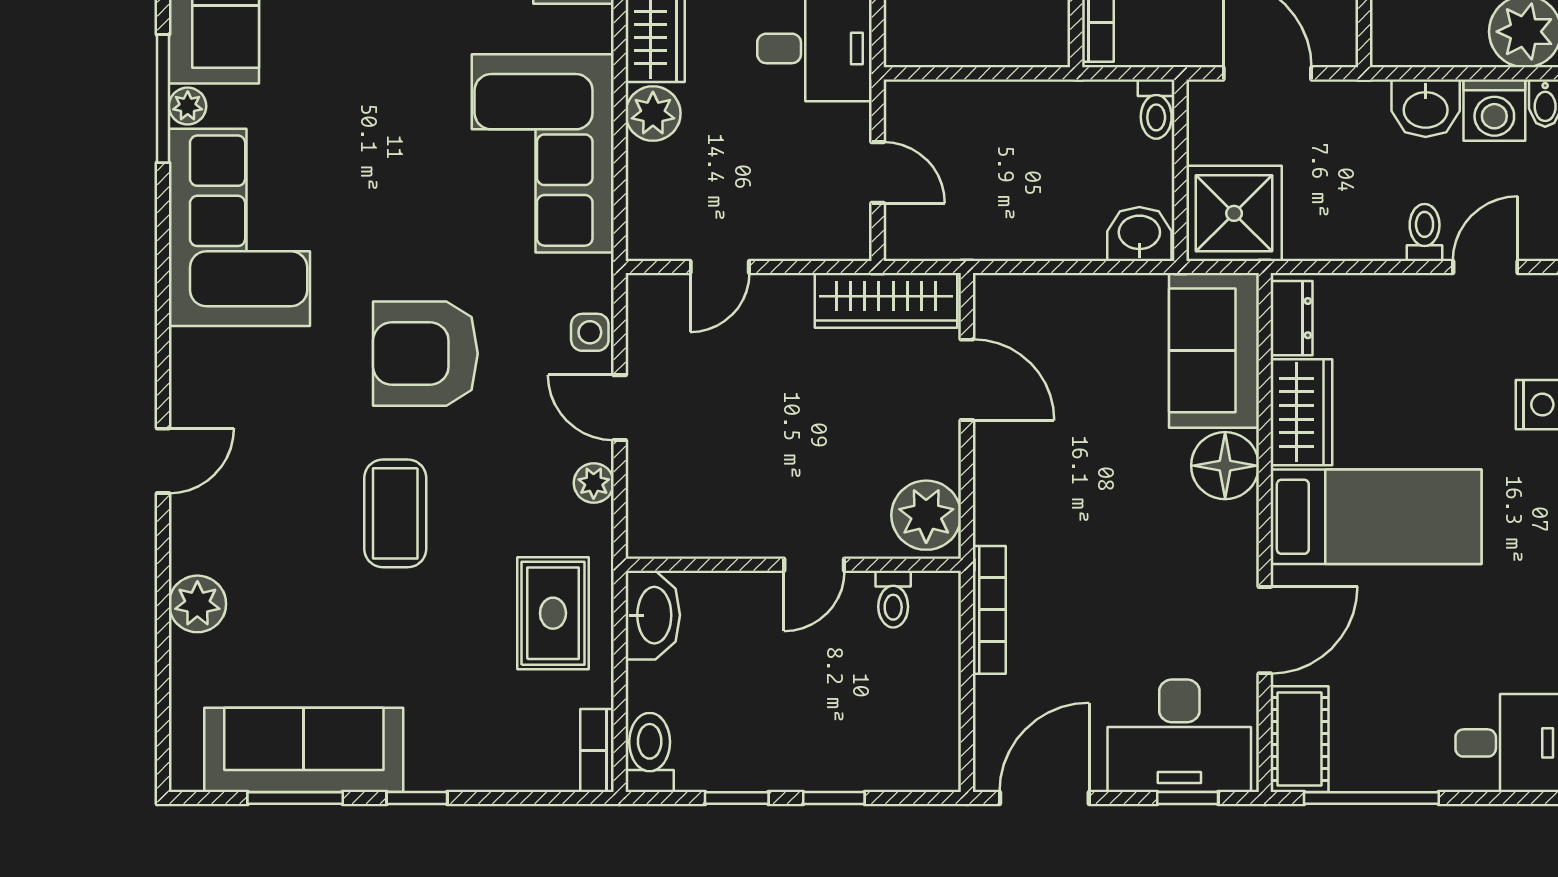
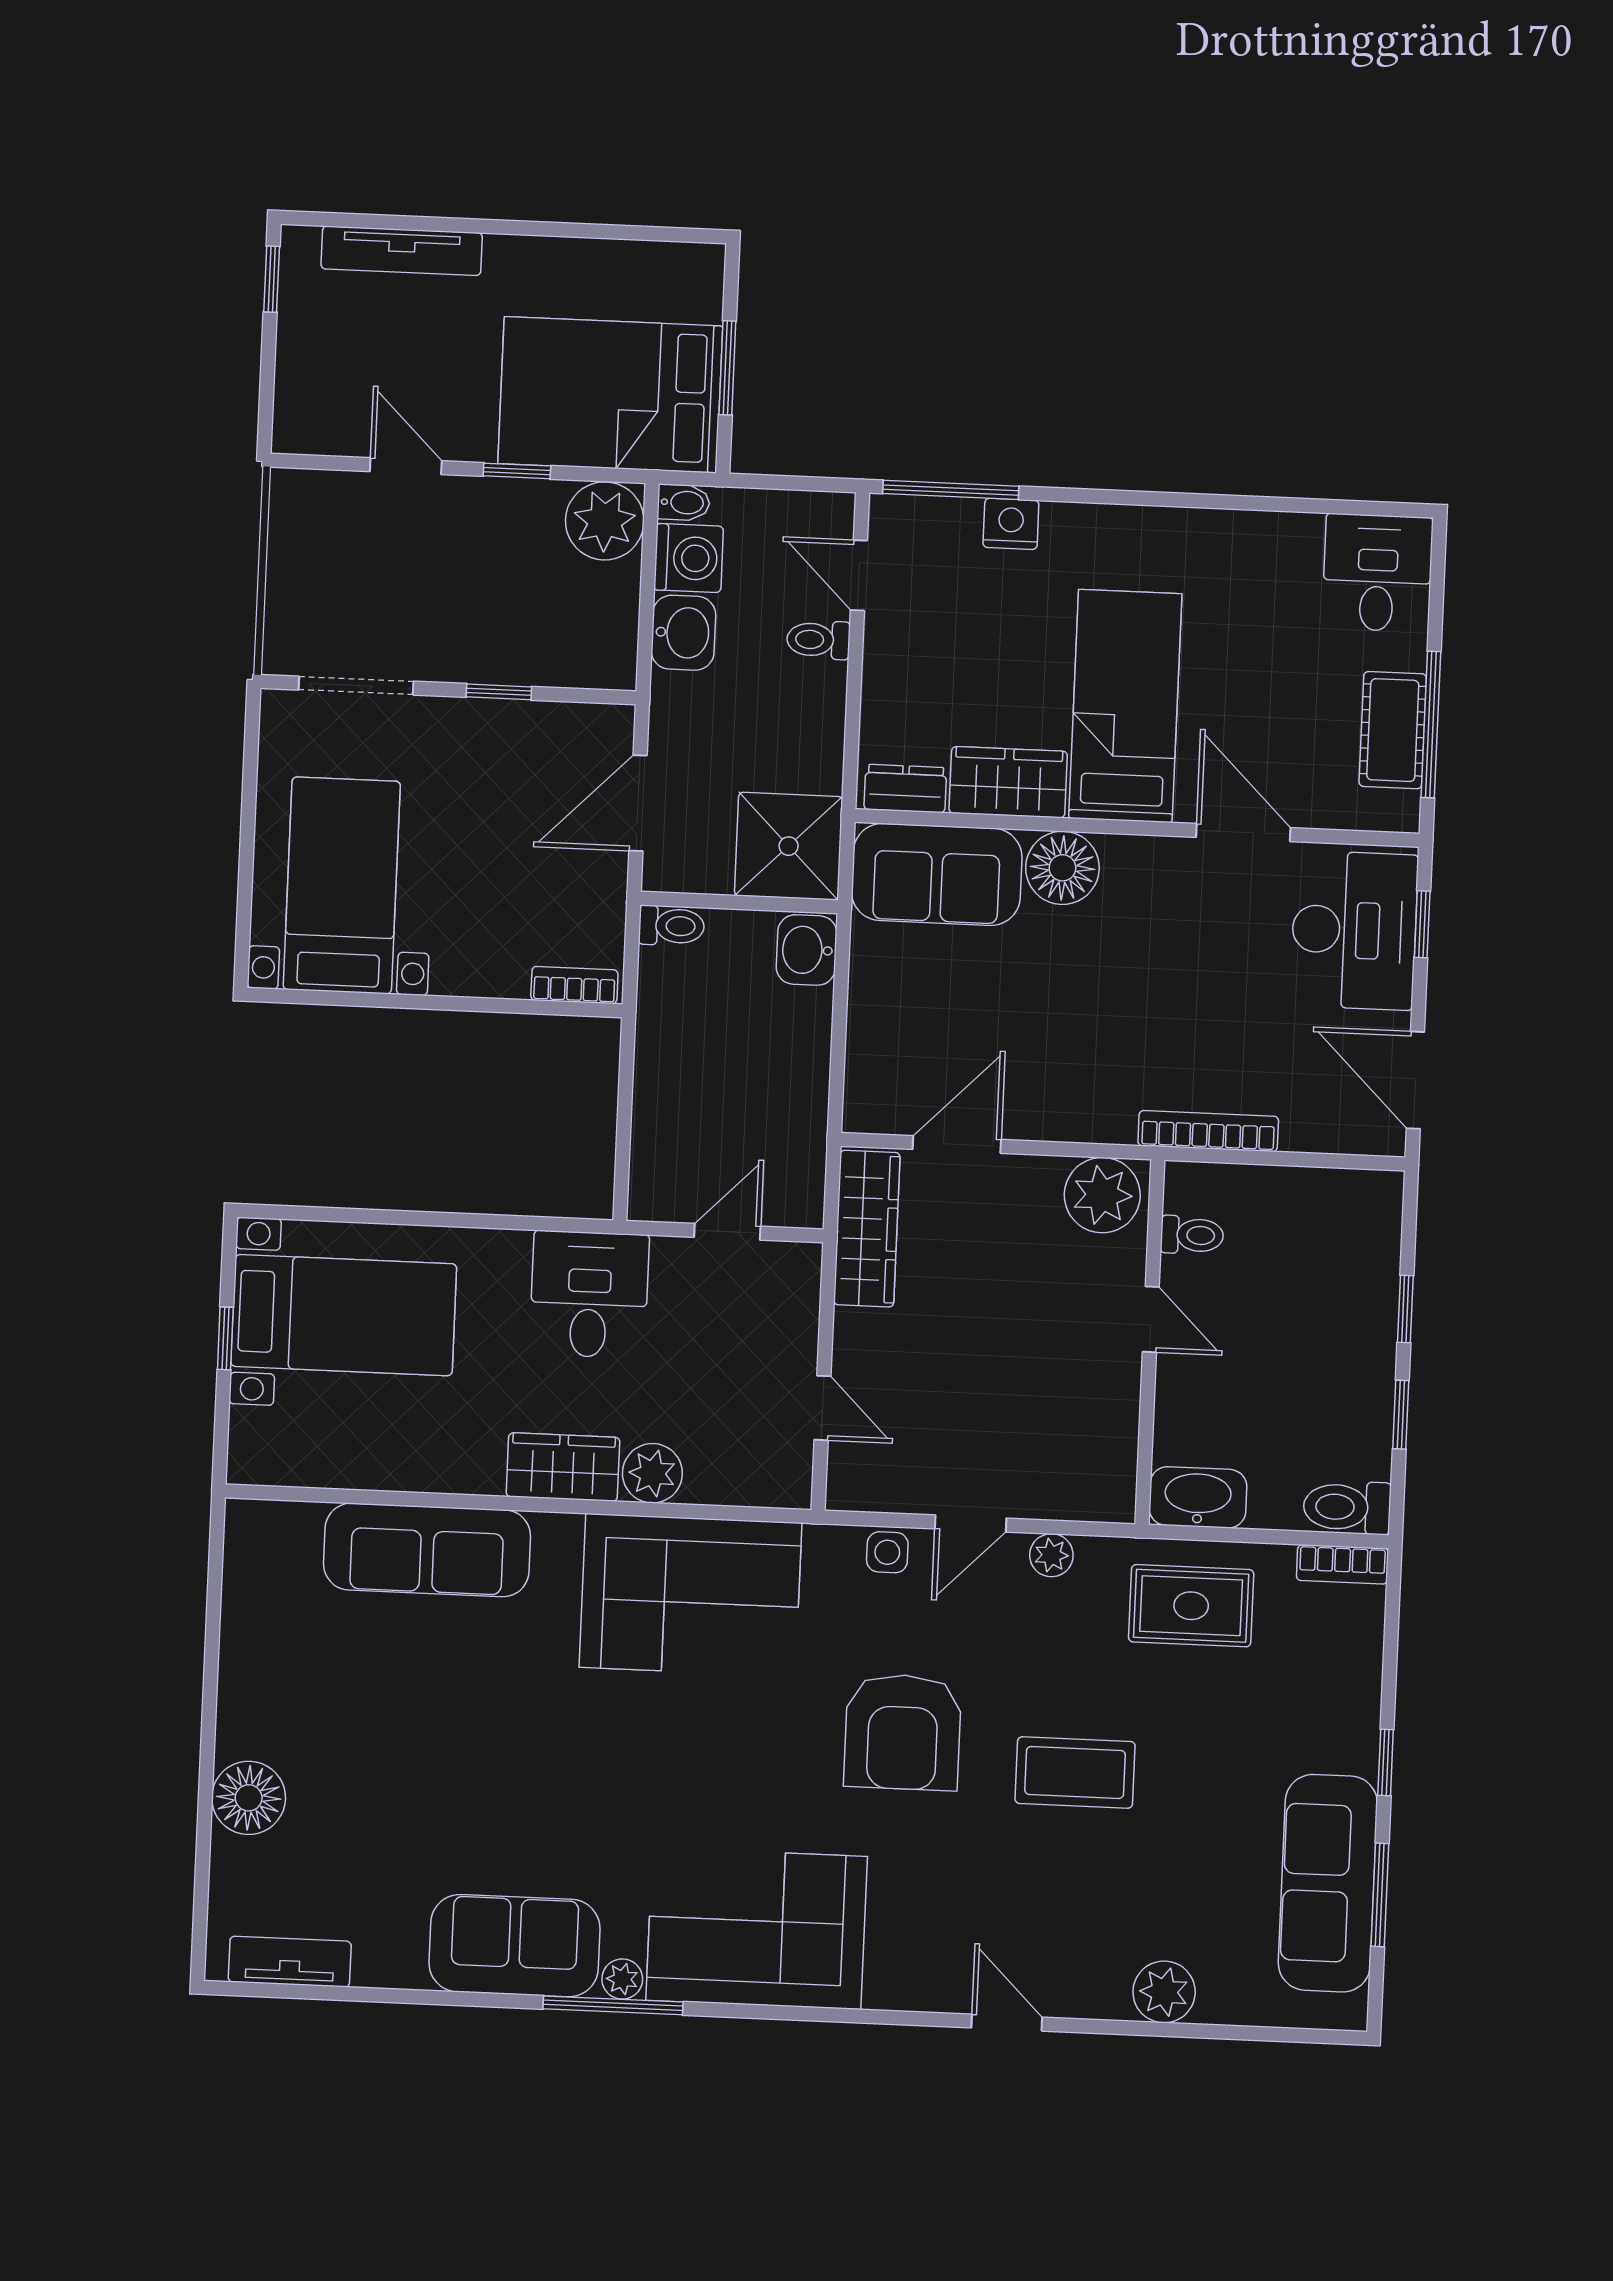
cot: (1299, 739) -> (1393, 730), moved, turned 90

